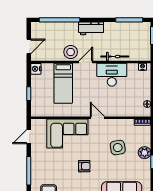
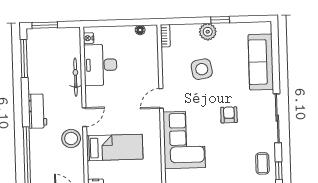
door: (86, 62) -> (84, 117), swing flipped
desk: (112, 75) -> (100, 65), moved

